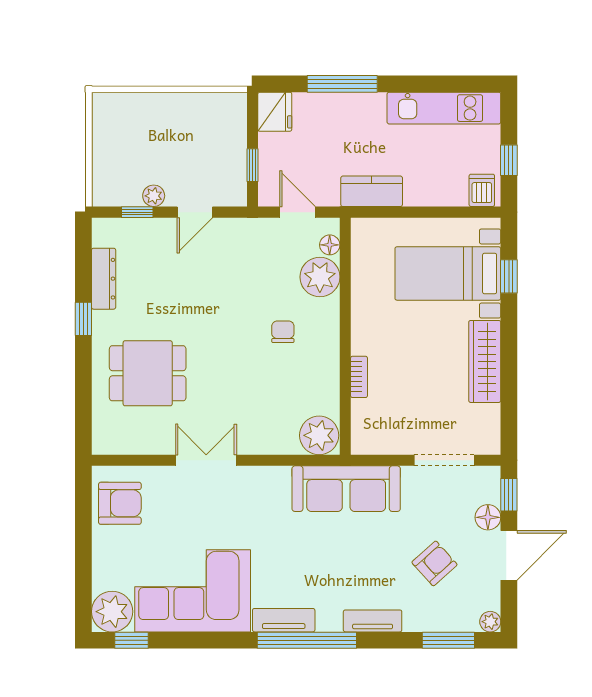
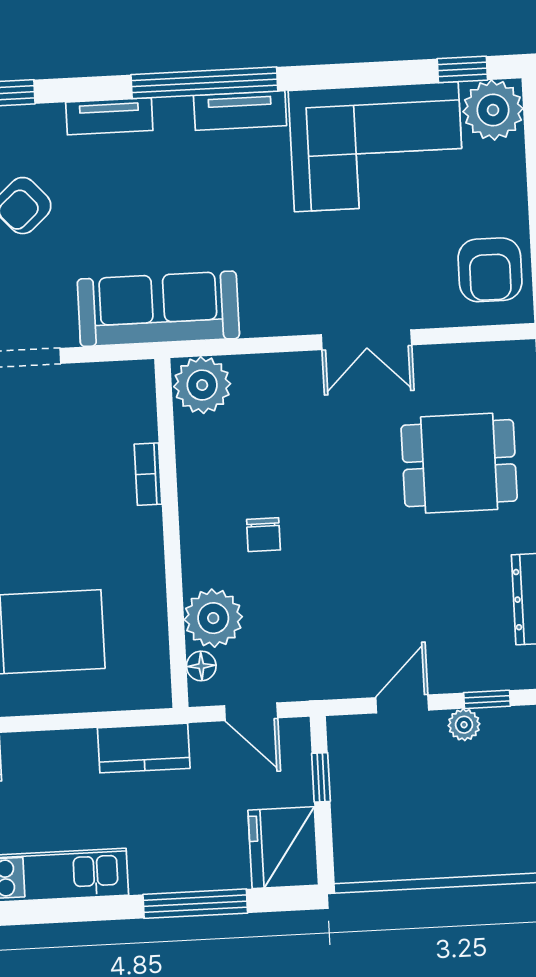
fridge: (275, 112) -> (283, 848), width x1.36, depth x1.34
armchair: (120, 503) -> (490, 270), turned -90

